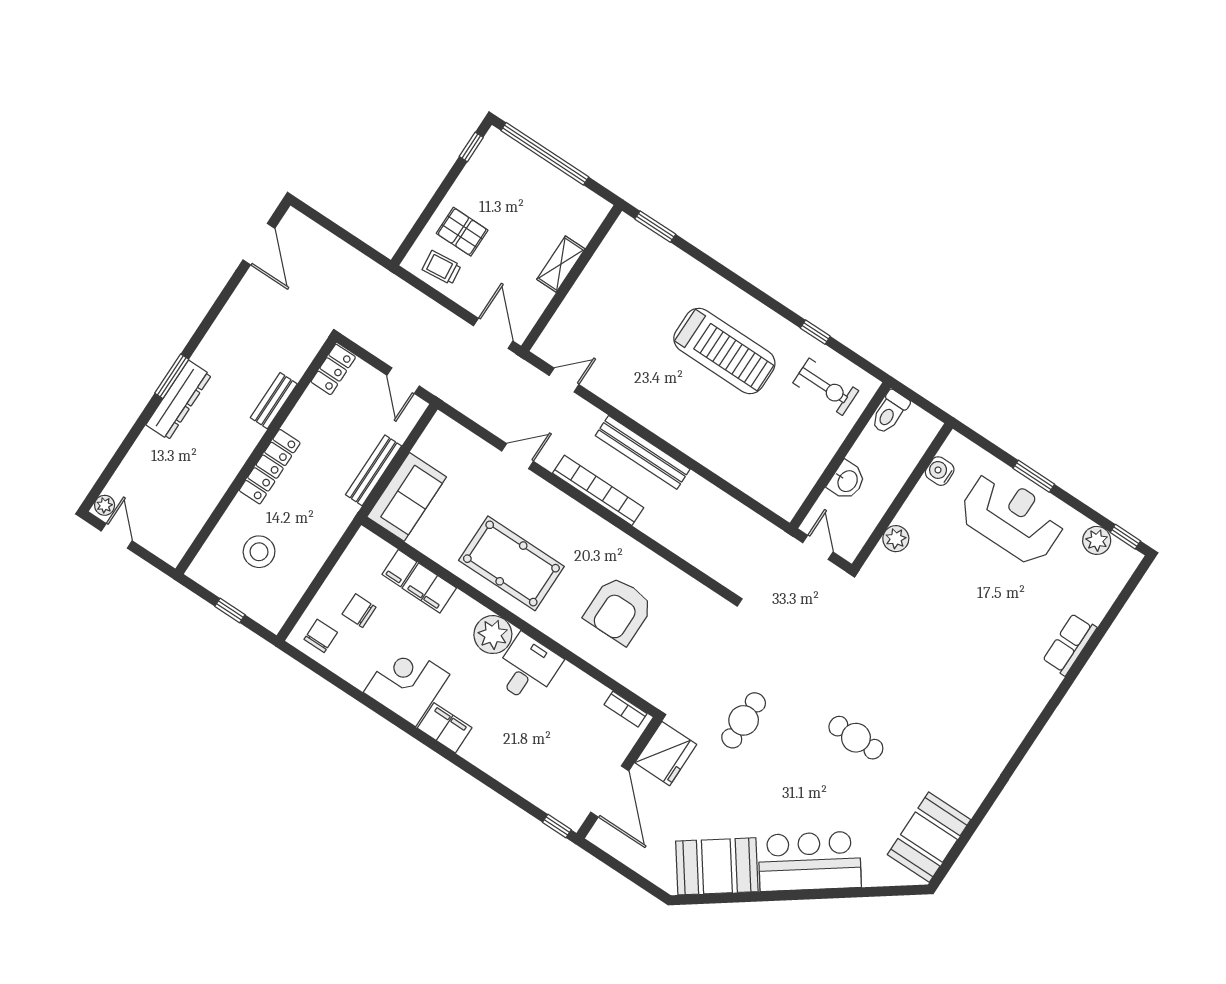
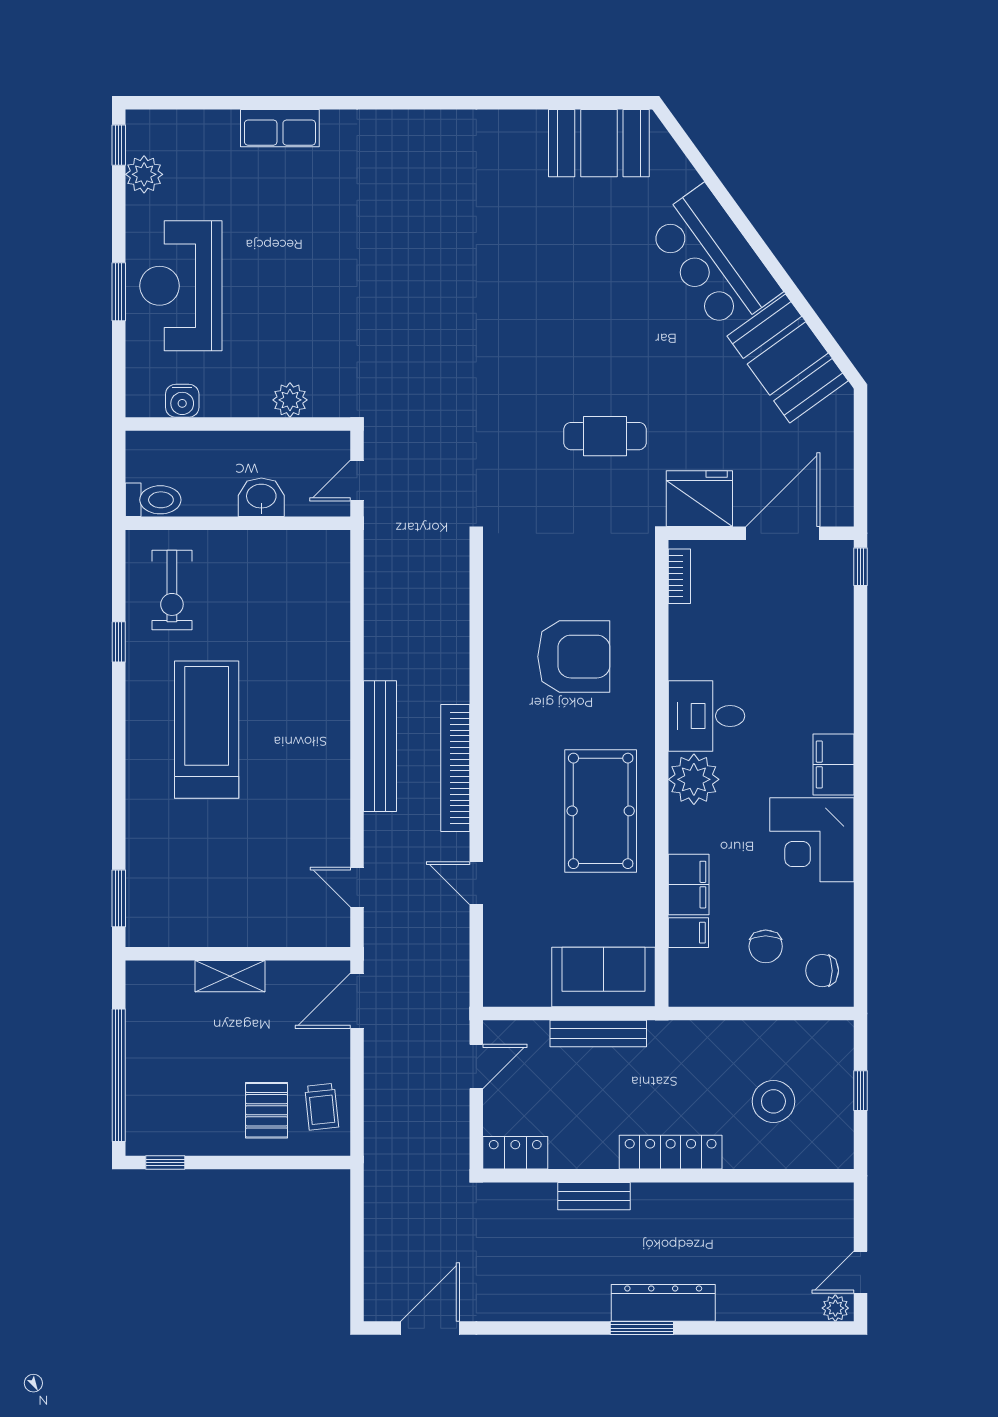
exercise bike: (826, 387) -> (172, 590), turned 180
cafe table: (856, 738) -> (542, 298), removed

